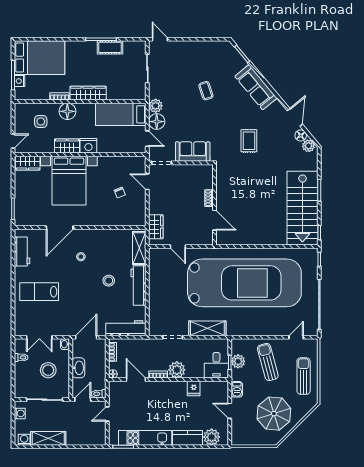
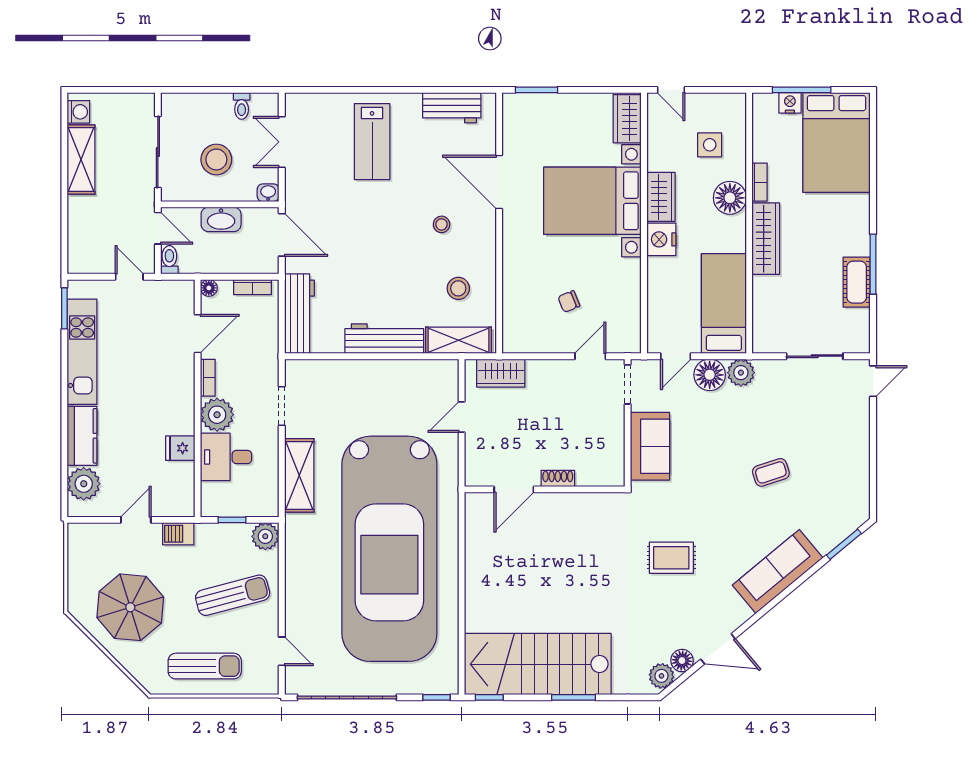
stool: (109, 281) -> (458, 288), moved
lab bench: (39, 292) -> (372, 142), turned 180
plant: (238, 361) -> (265, 536), moved
desk: (216, 365) -> (226, 457), moved
washing machine: (20, 413) -> (131, 103), removed

